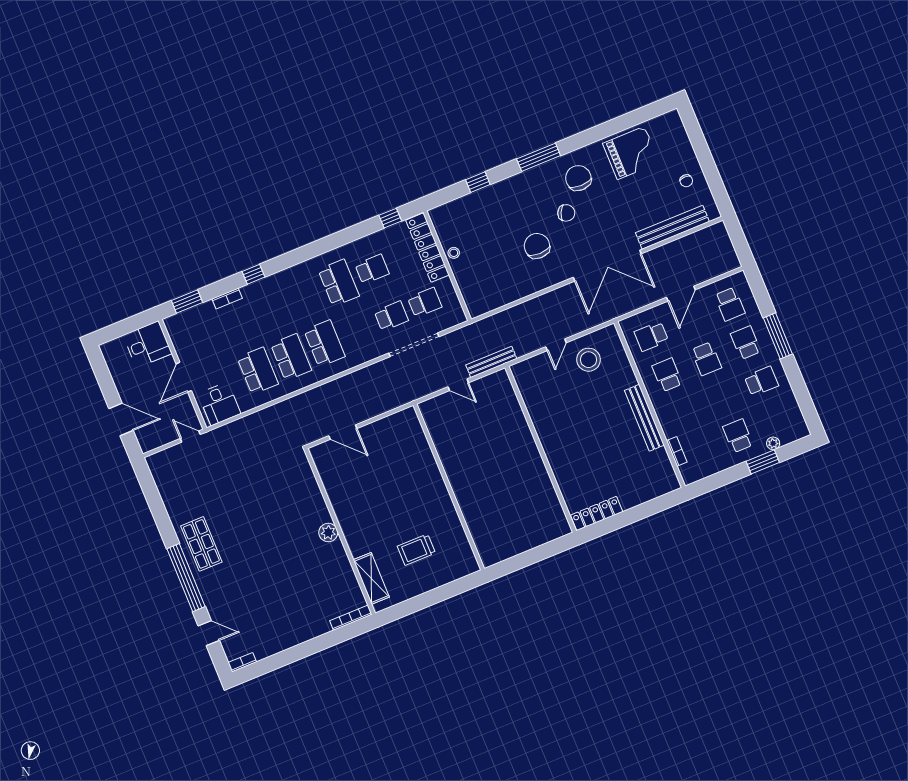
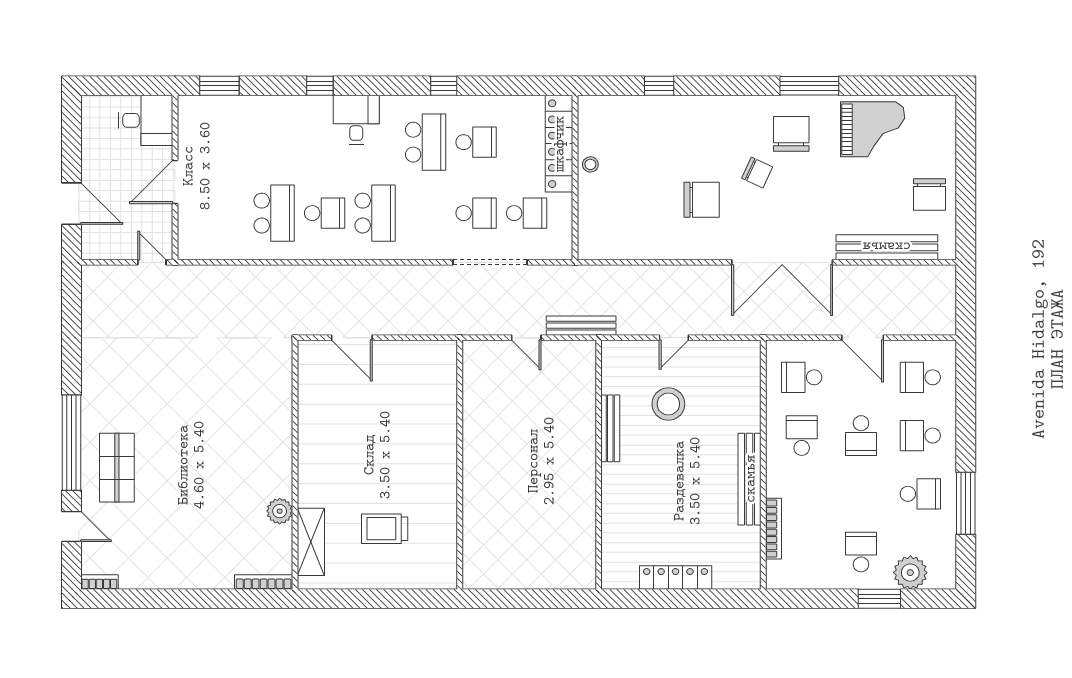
window: (539, 157) -> (809, 86), moved
chair: (686, 181) -> (929, 195), width x1.87, depth x1.87
window: (390, 218) -> (444, 86), moved
chair: (537, 246) -> (702, 200), turned 90
door: (681, 294) -> (863, 338), hinge flipped
bookcase: (227, 298) -> (273, 103), removed
school desk: (730, 304) -> (920, 377), turned 90
window: (778, 336) -> (966, 503), moved
school desk: (746, 343) -> (920, 436), turned -90
school desk: (291, 357) -> (325, 213), width x0.54
stool: (589, 360) -> (668, 404), moved
desk: (219, 404) -> (356, 120), moved, turned 180
bench: (539, 422) -> (610, 428), added
plant: (773, 443) -> (910, 573), width x1.88, depth x1.88
bookcase: (677, 451) -> (773, 529), width x1.56
locker: (597, 513) -> (676, 577), moved
plant: (328, 533) -> (280, 511), moved
shop shelf: (201, 544) -> (117, 468), moved

